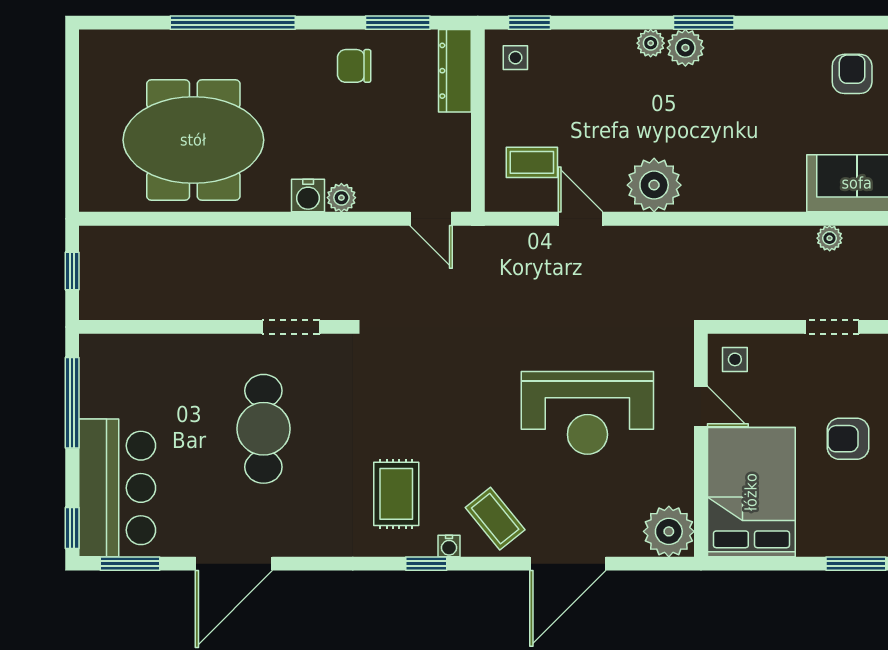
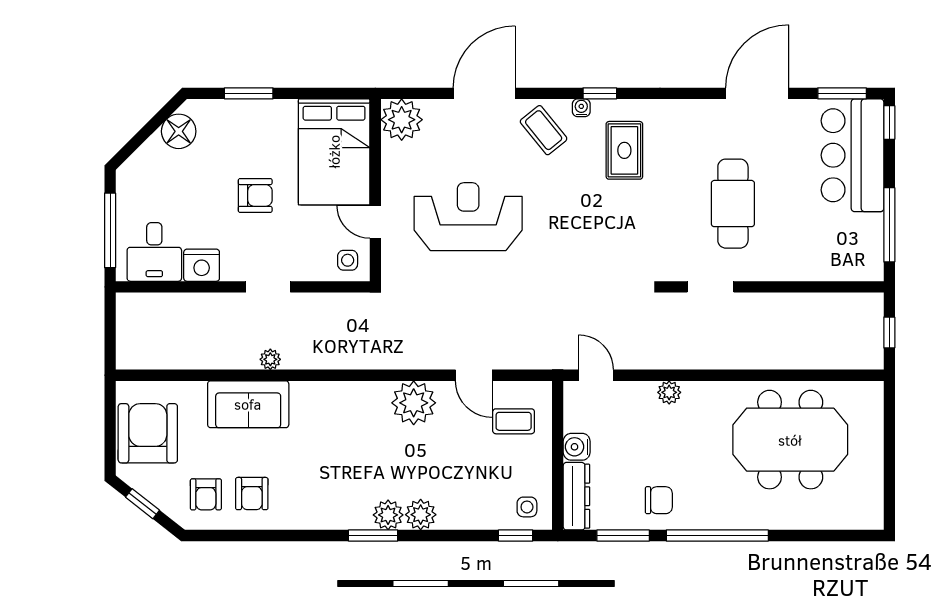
window: (233, 23) -> (717, 536), moved
plant: (651, 43) -> (421, 515), width x1.38, depth x1.38
water cooler: (308, 196) -> (577, 447), moved, turned -90

